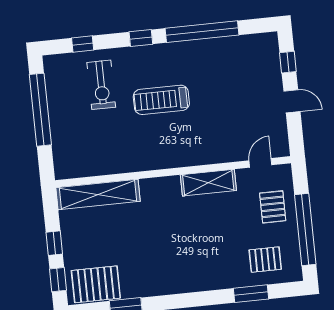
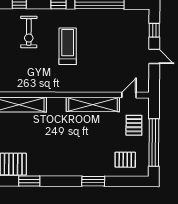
treadmill: (161, 100) -> (68, 46), turned 90
shelving: (208, 183) -> (93, 105), width x1.47
window: (251, 294) -> (93, 181), moved

